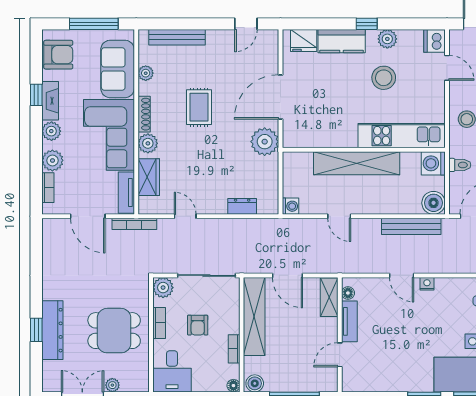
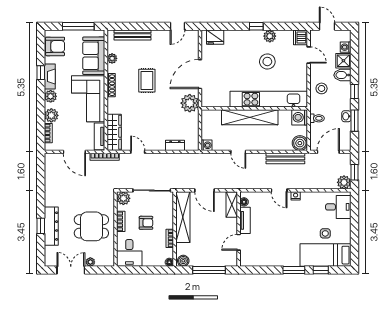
kitchen counter: (342, 41) -> (240, 38), removed
kitchen unit: (402, 136) -> (269, 99), width x1.36
plant: (148, 143) -> (113, 104), removed
wardrobe: (149, 177) -> (114, 132), width x1.50
armchair: (198, 325) -> (146, 223), turned -90

